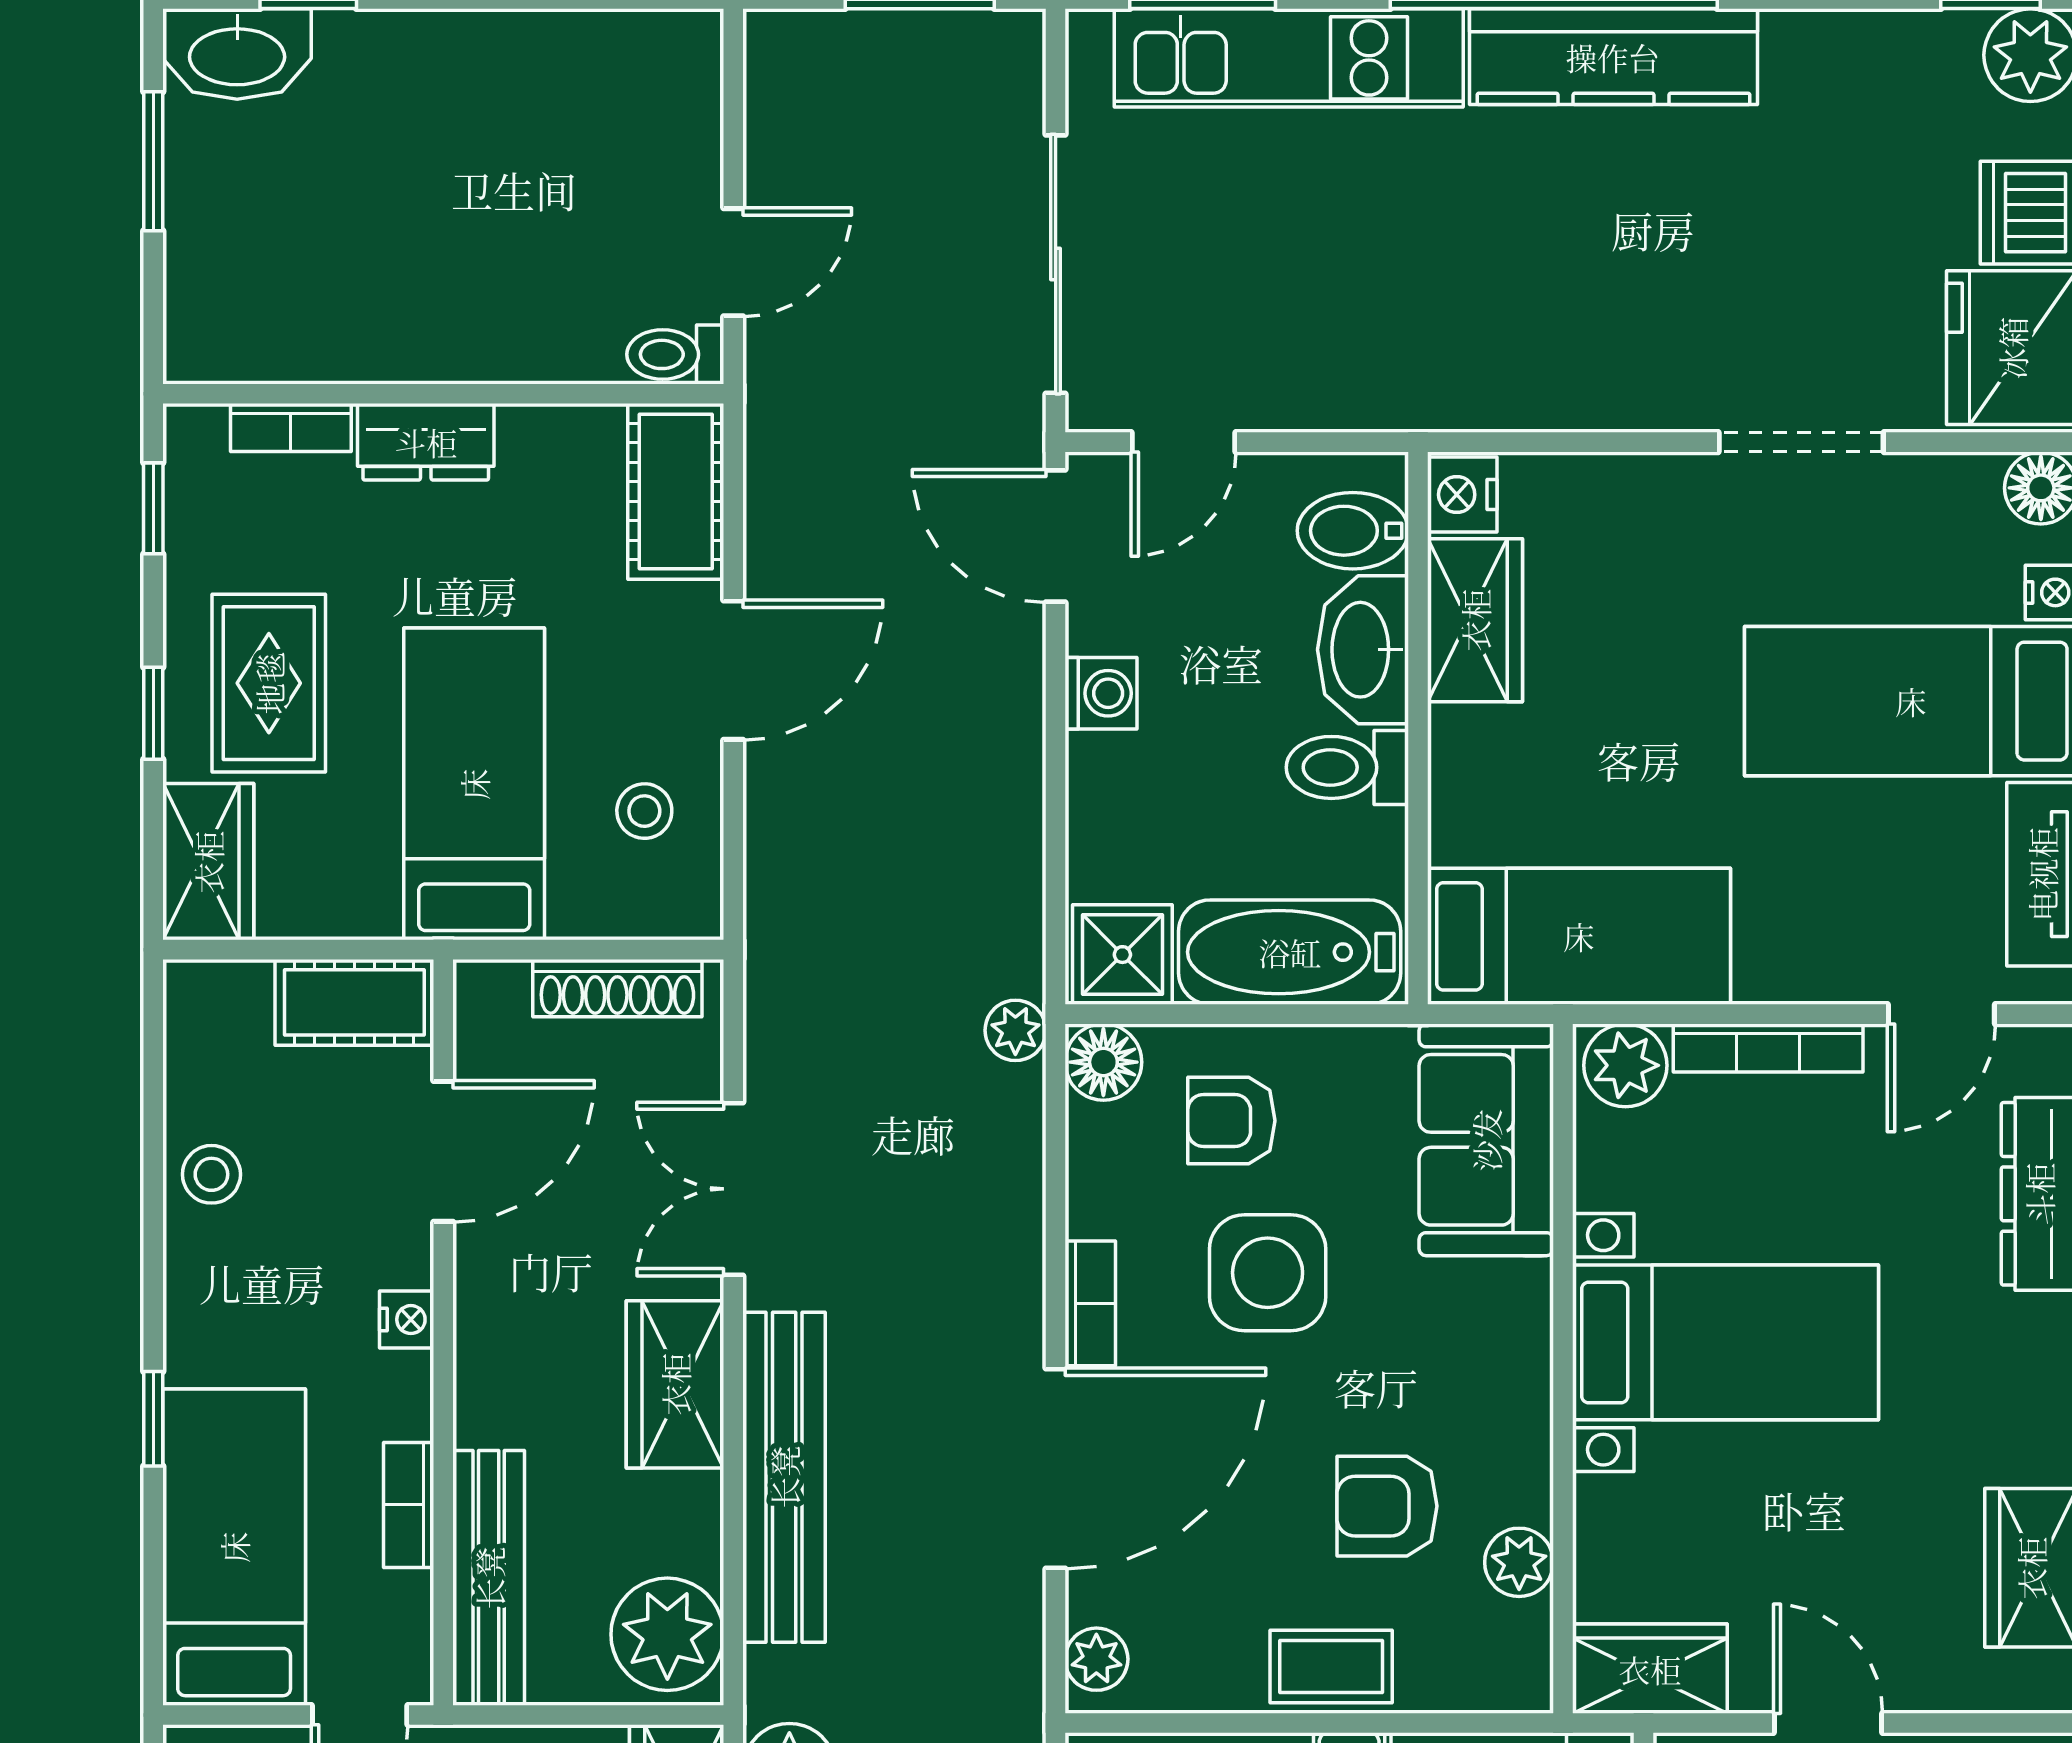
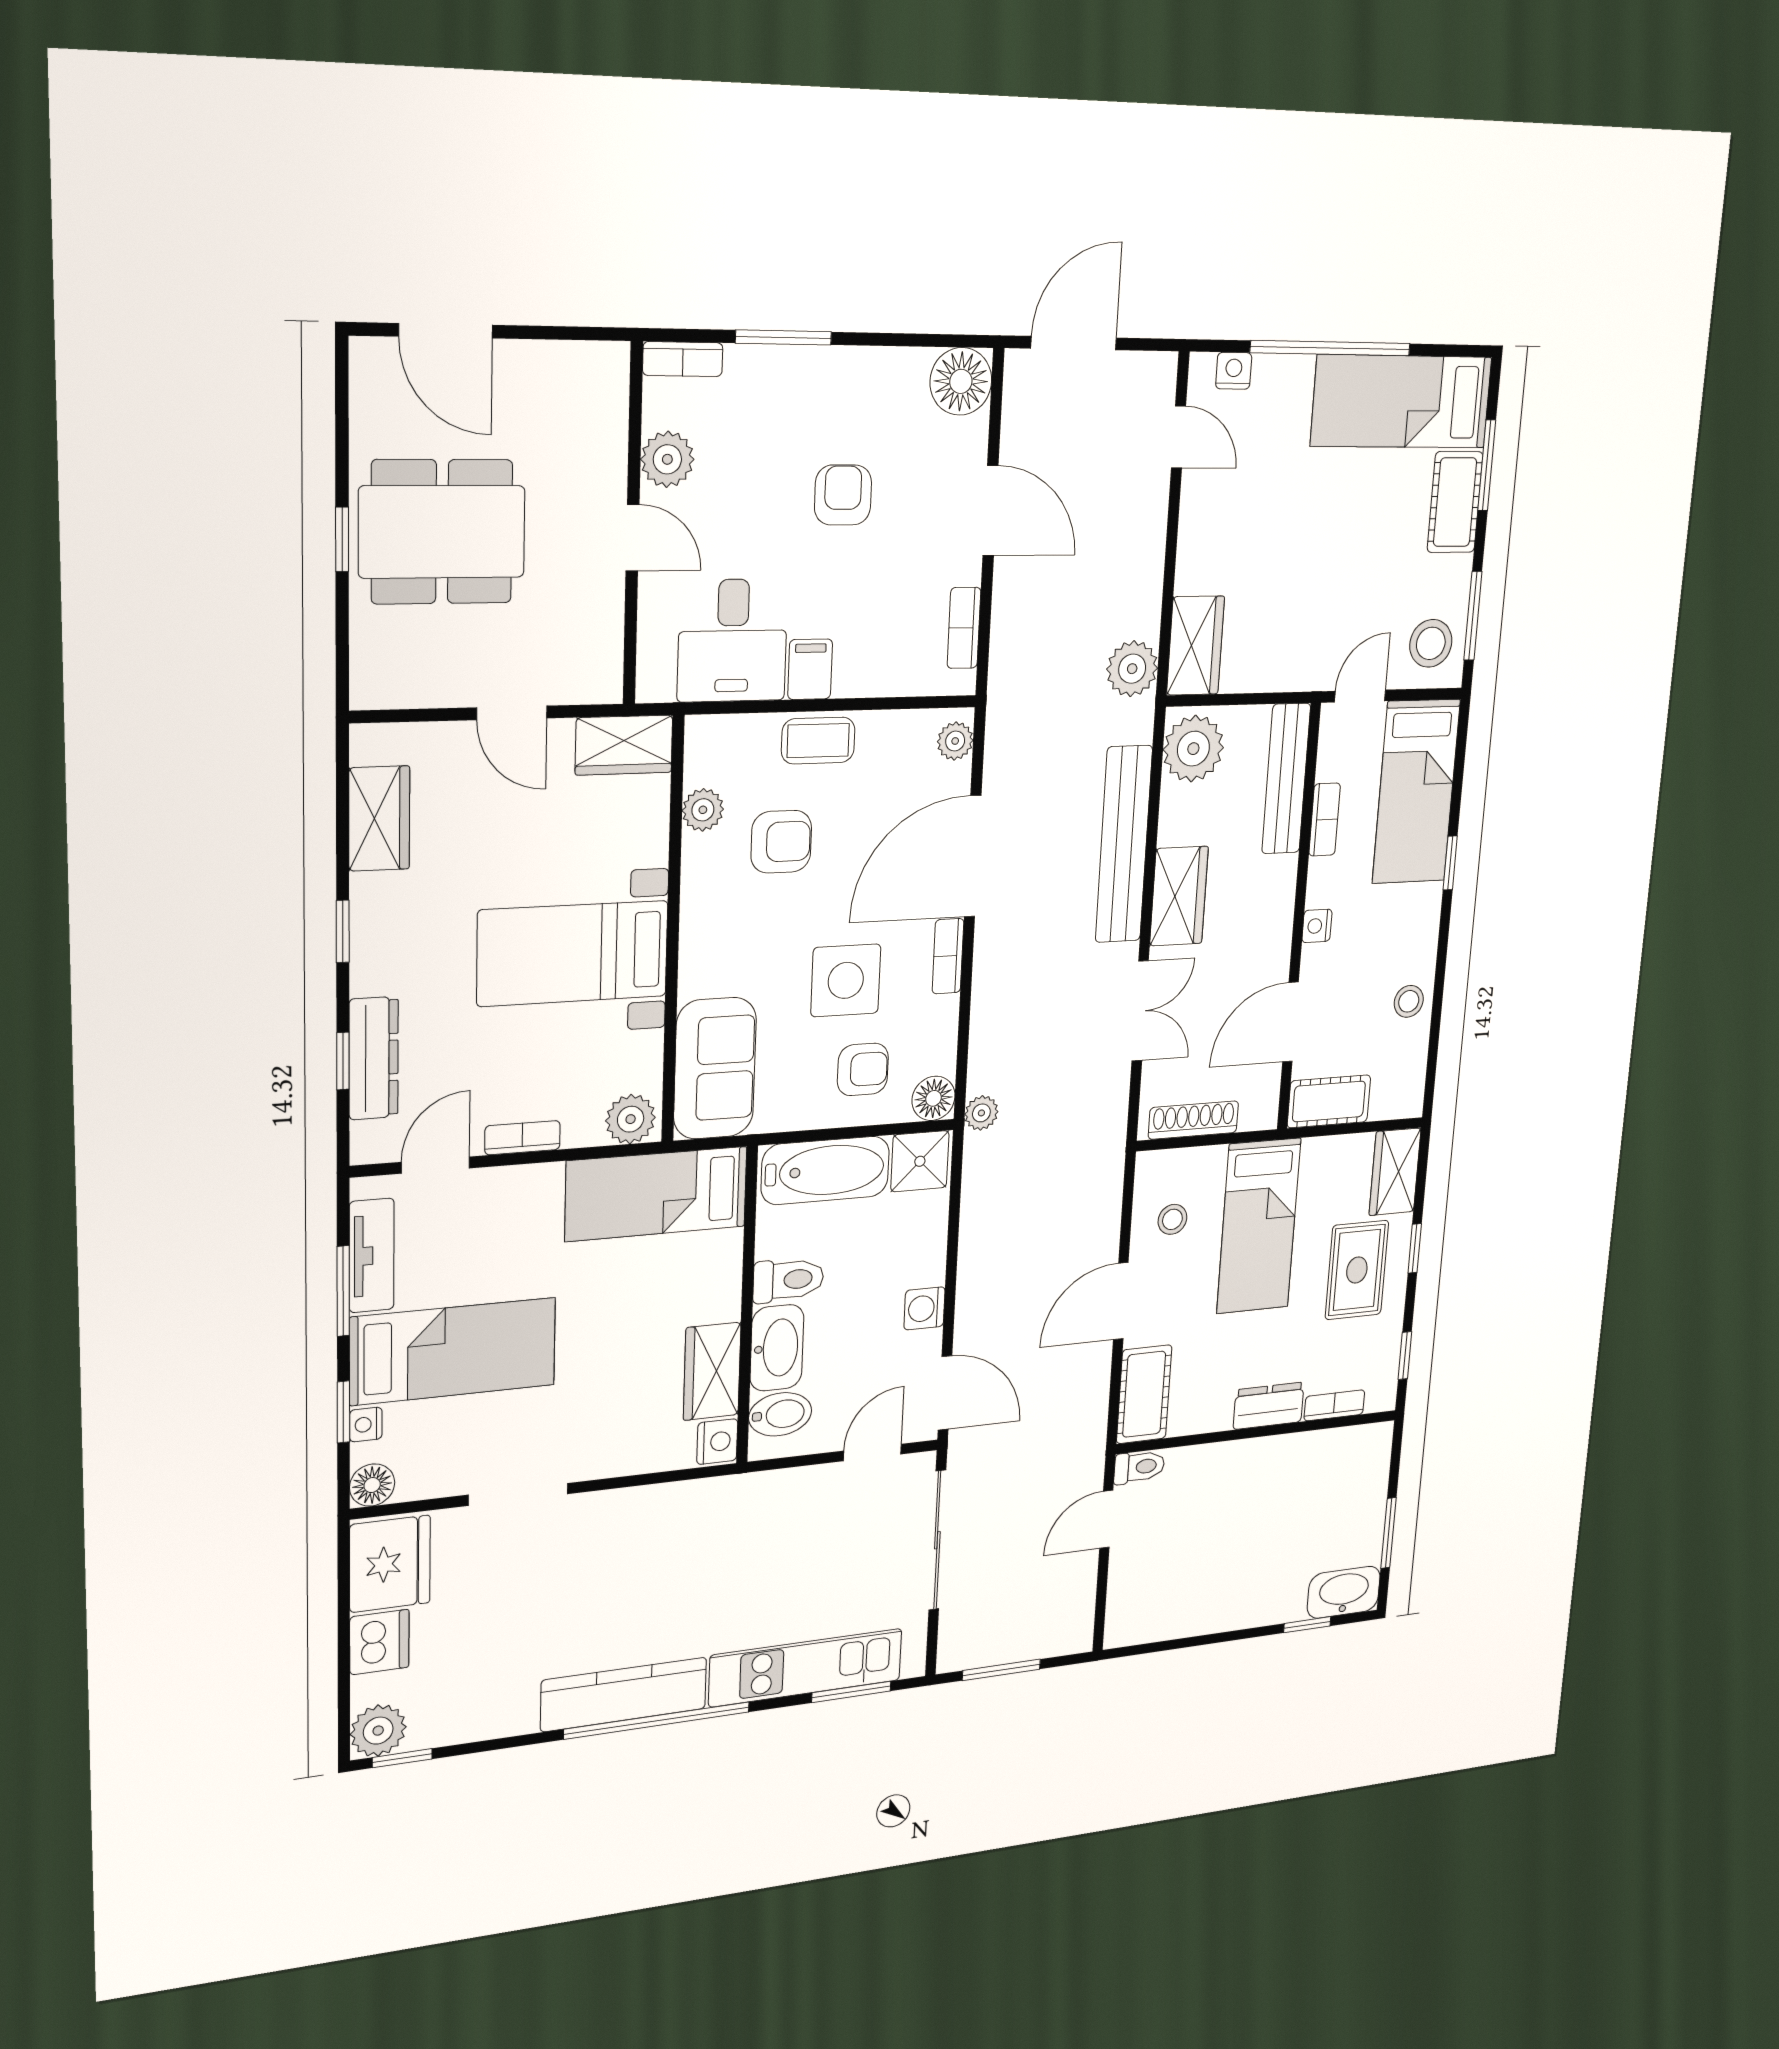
bookcase: (1768, 1048) -> (522, 1138), width x0.64

